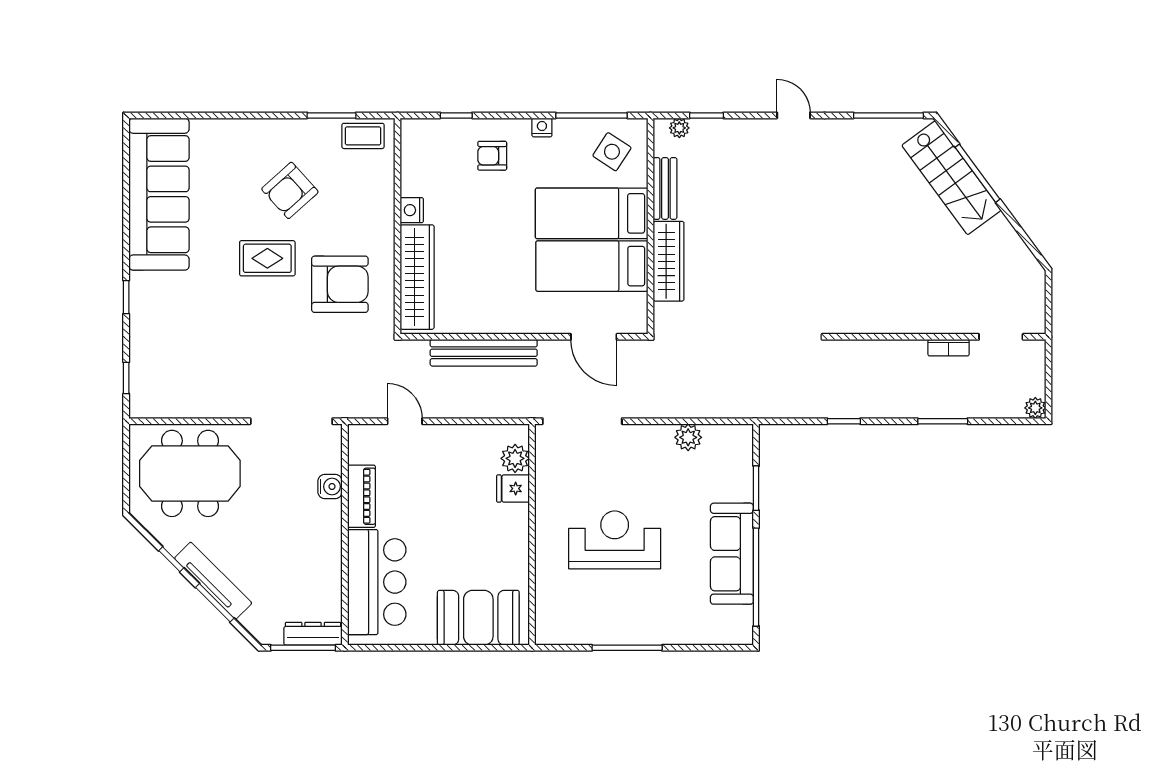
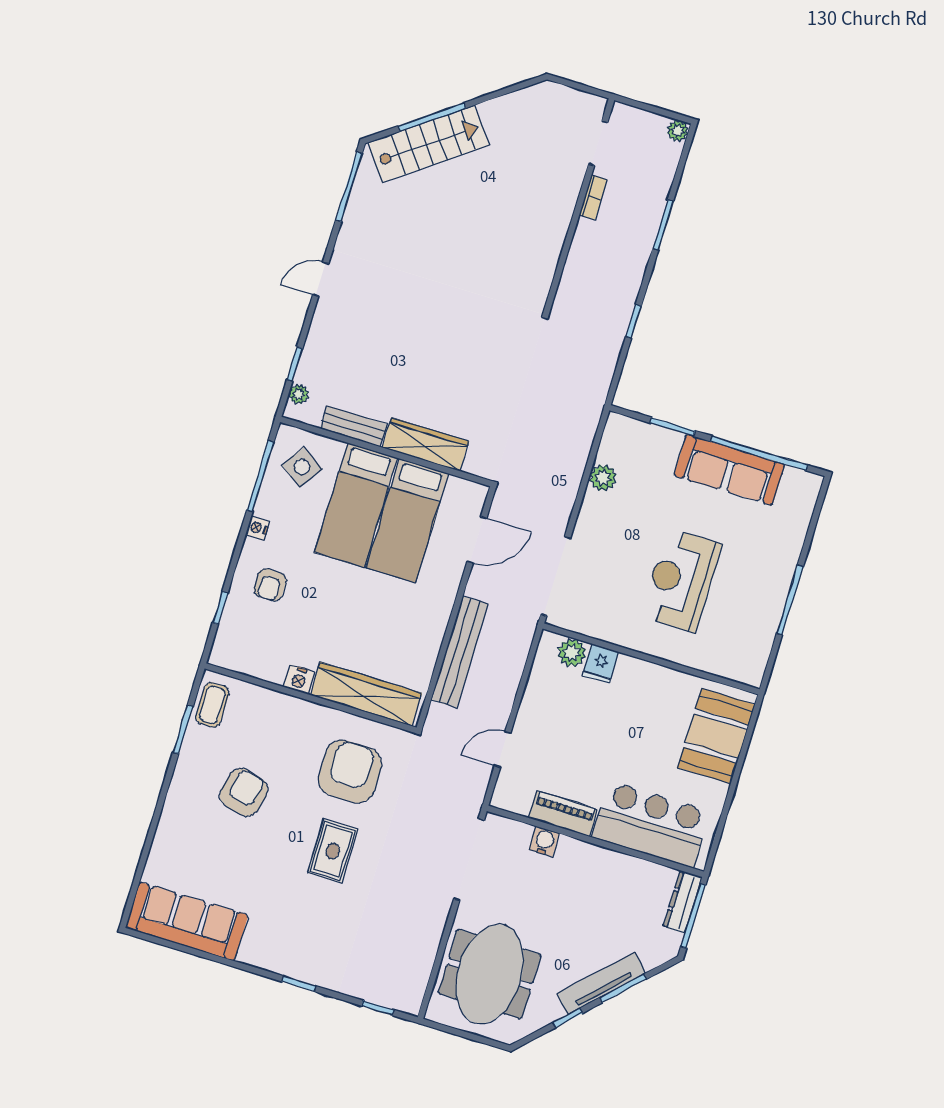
armchair: (290, 190) -> (244, 792), turned -124
sofa: (159, 194) -> (187, 921), width x0.74, depth x0.79
rug: (267, 258) -> (333, 851), moved

